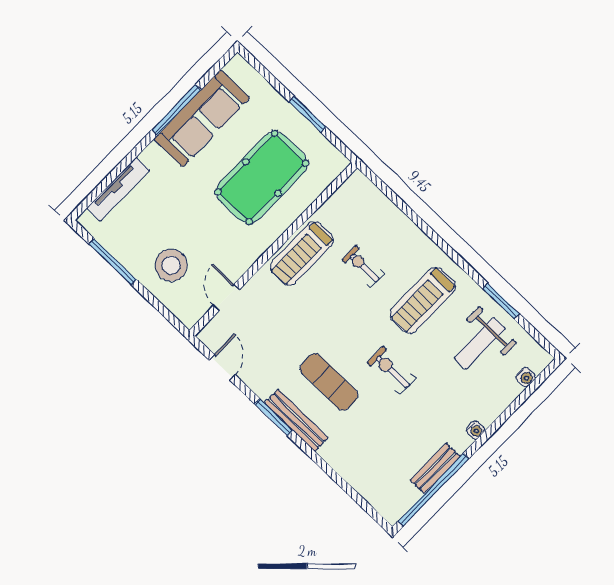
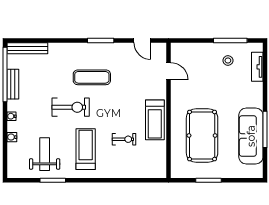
tv unit: (118, 189) -> (257, 67), width x0.71
treadmill: (302, 254) -> (155, 120), turned 180
stool: (171, 265) -> (228, 61), moved, width x0.53, depth x0.53
exercise bike: (391, 370) -> (71, 107), width x1.38, depth x1.39
water cooler: (526, 377) -> (12, 137), moved
bench: (296, 420) -> (27, 48), moved

